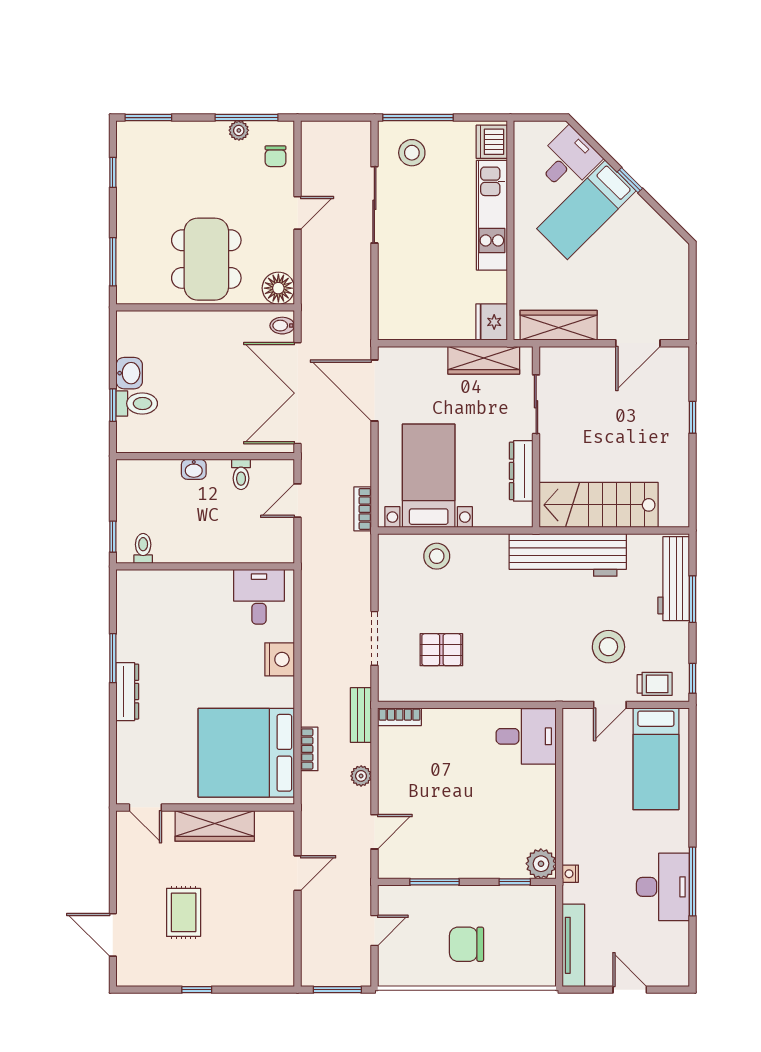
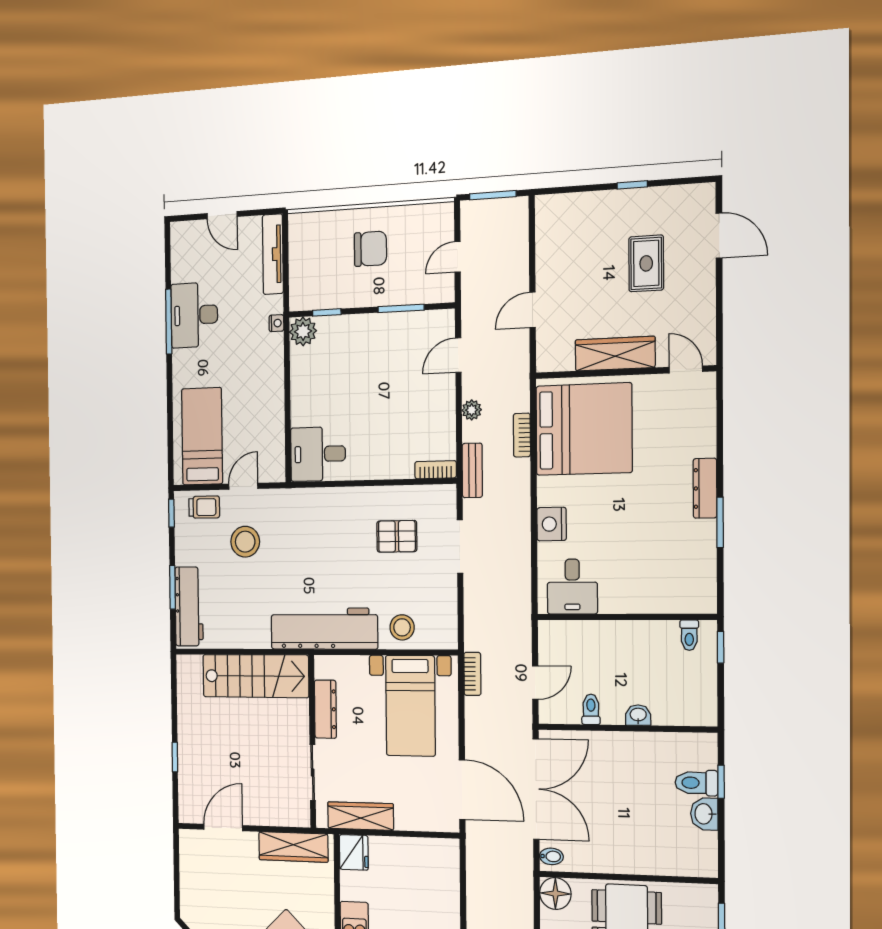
workbench: (568, 555) -> (324, 629), moved
trolley: (655, 684) -> (204, 507), turned 180

